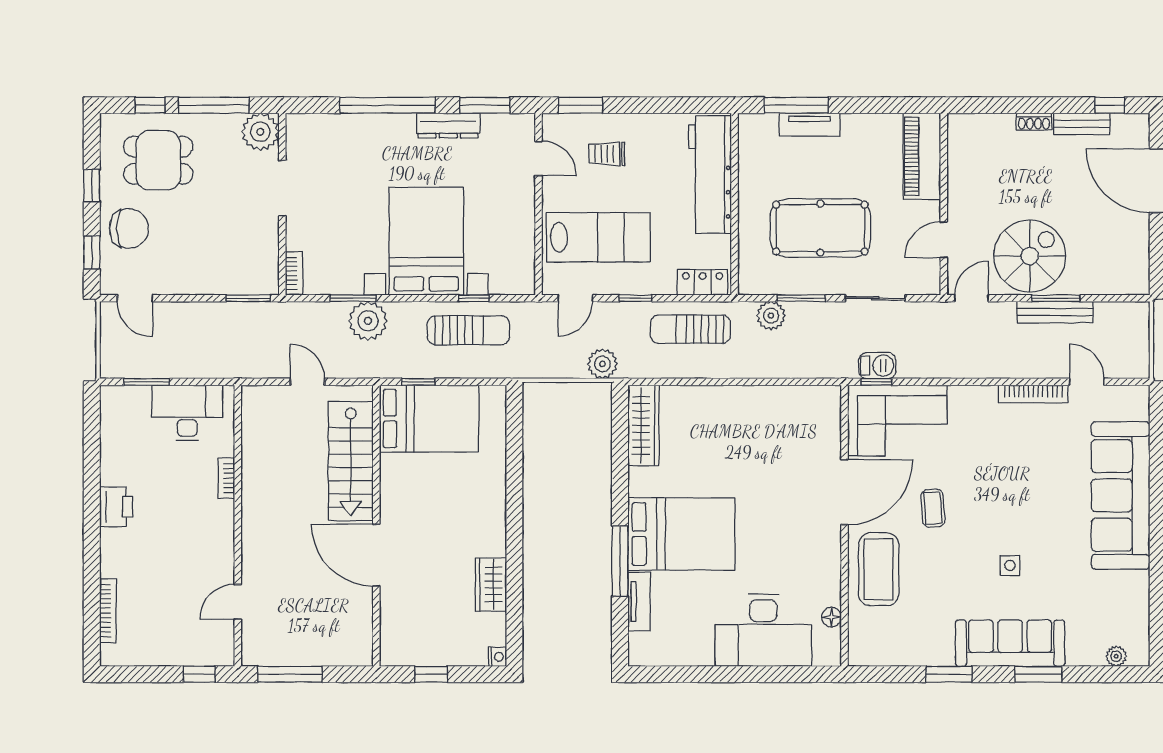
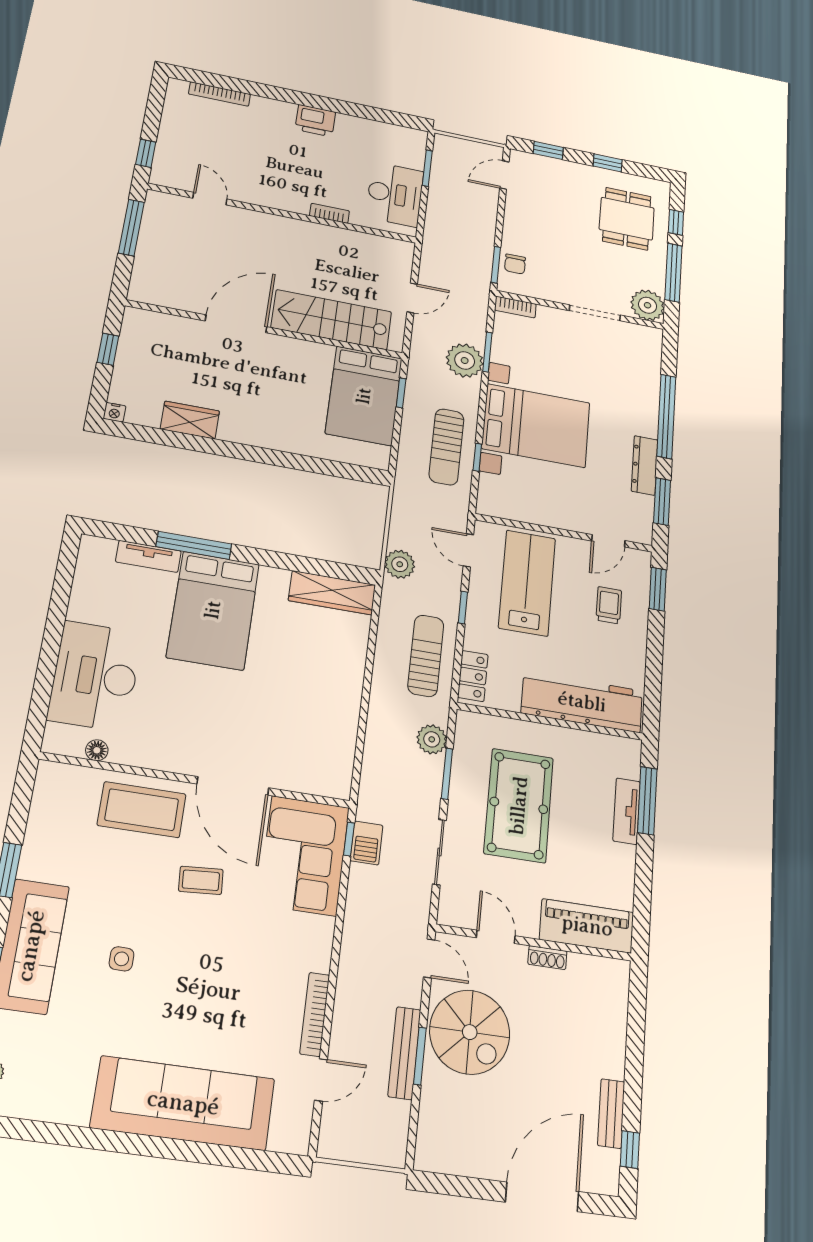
shoe rack: (1034, 122) -> (547, 958), moved, turned -90
chair: (129, 228) -> (515, 264), moved, width x0.54, depth x0.54
lab bench: (598, 237) -> (527, 583), turned 180

